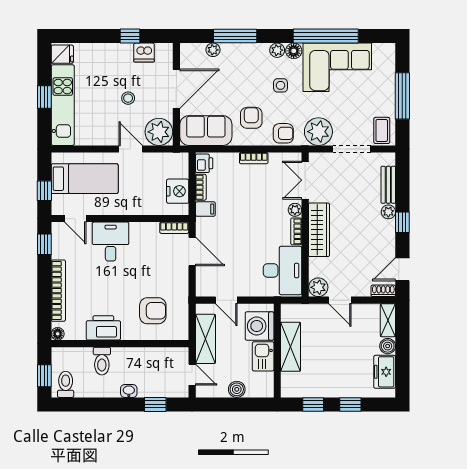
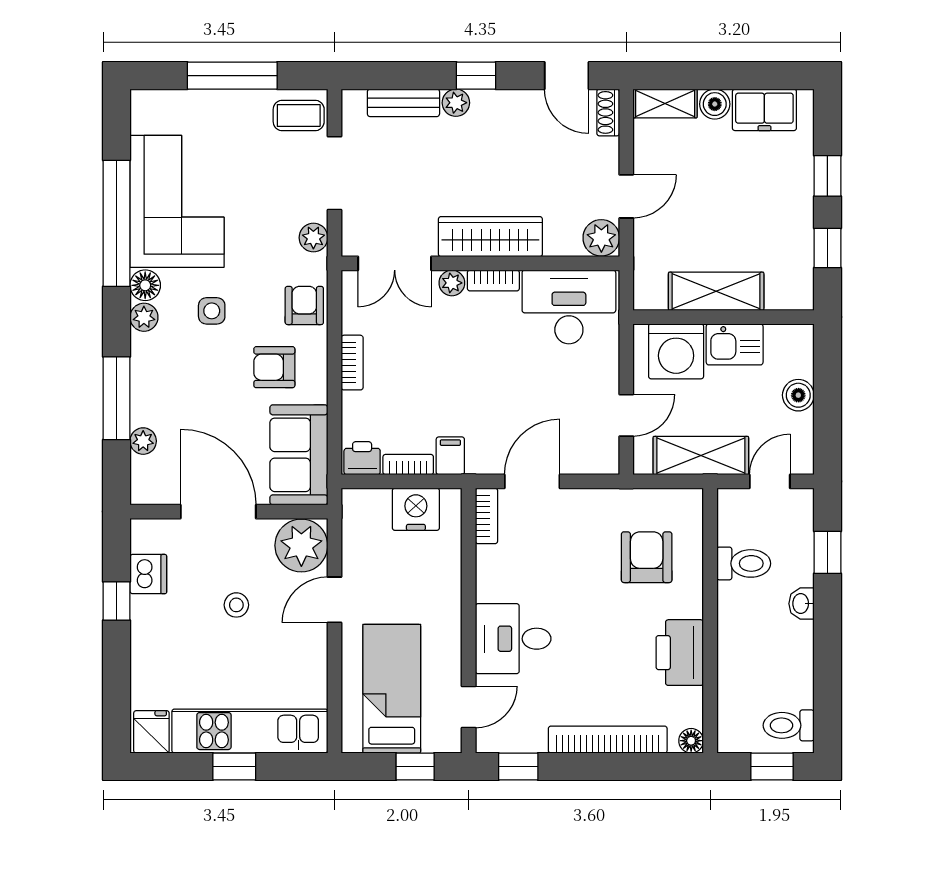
plant: (318, 132) -> (313, 238), width x0.53, depth x0.53
toilet: (102, 361) -> (744, 563), moved

